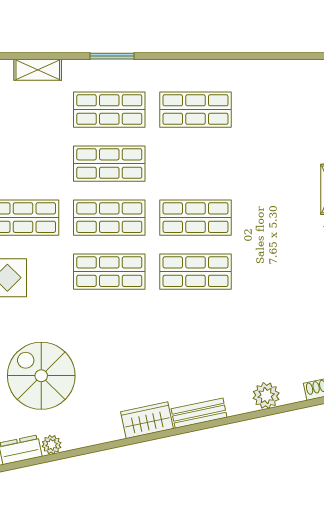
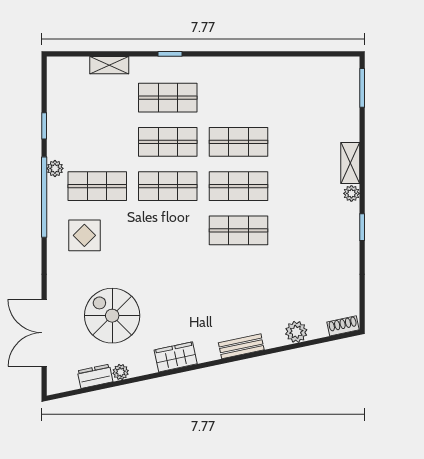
window: (112, 56) -> (170, 54), width x0.67
shop shelf: (195, 110) -> (238, 142), moved
shop shelf: (109, 272) -> (168, 230), removed
wardrobe: (147, 420) -> (176, 357), moved

